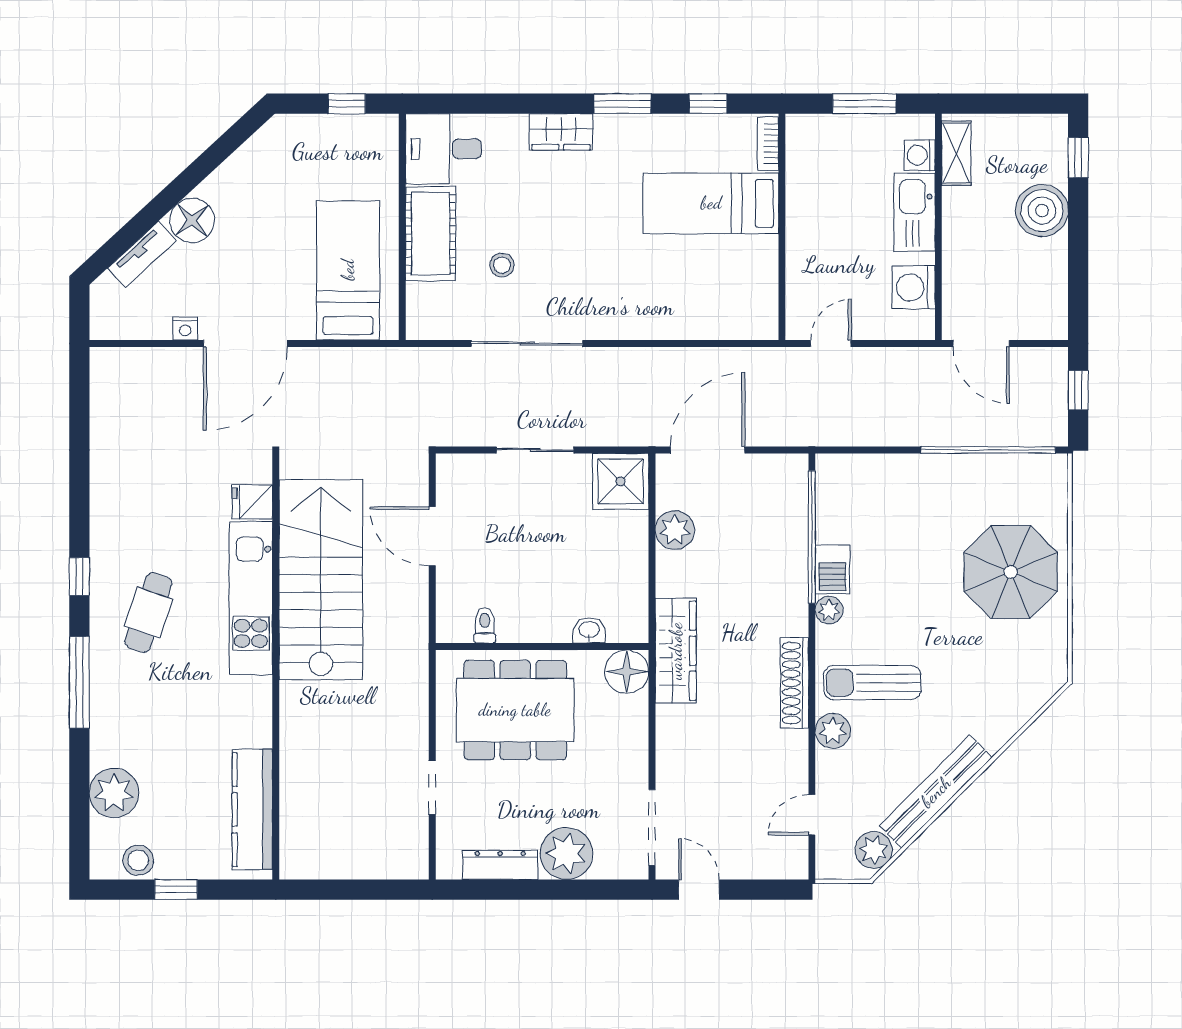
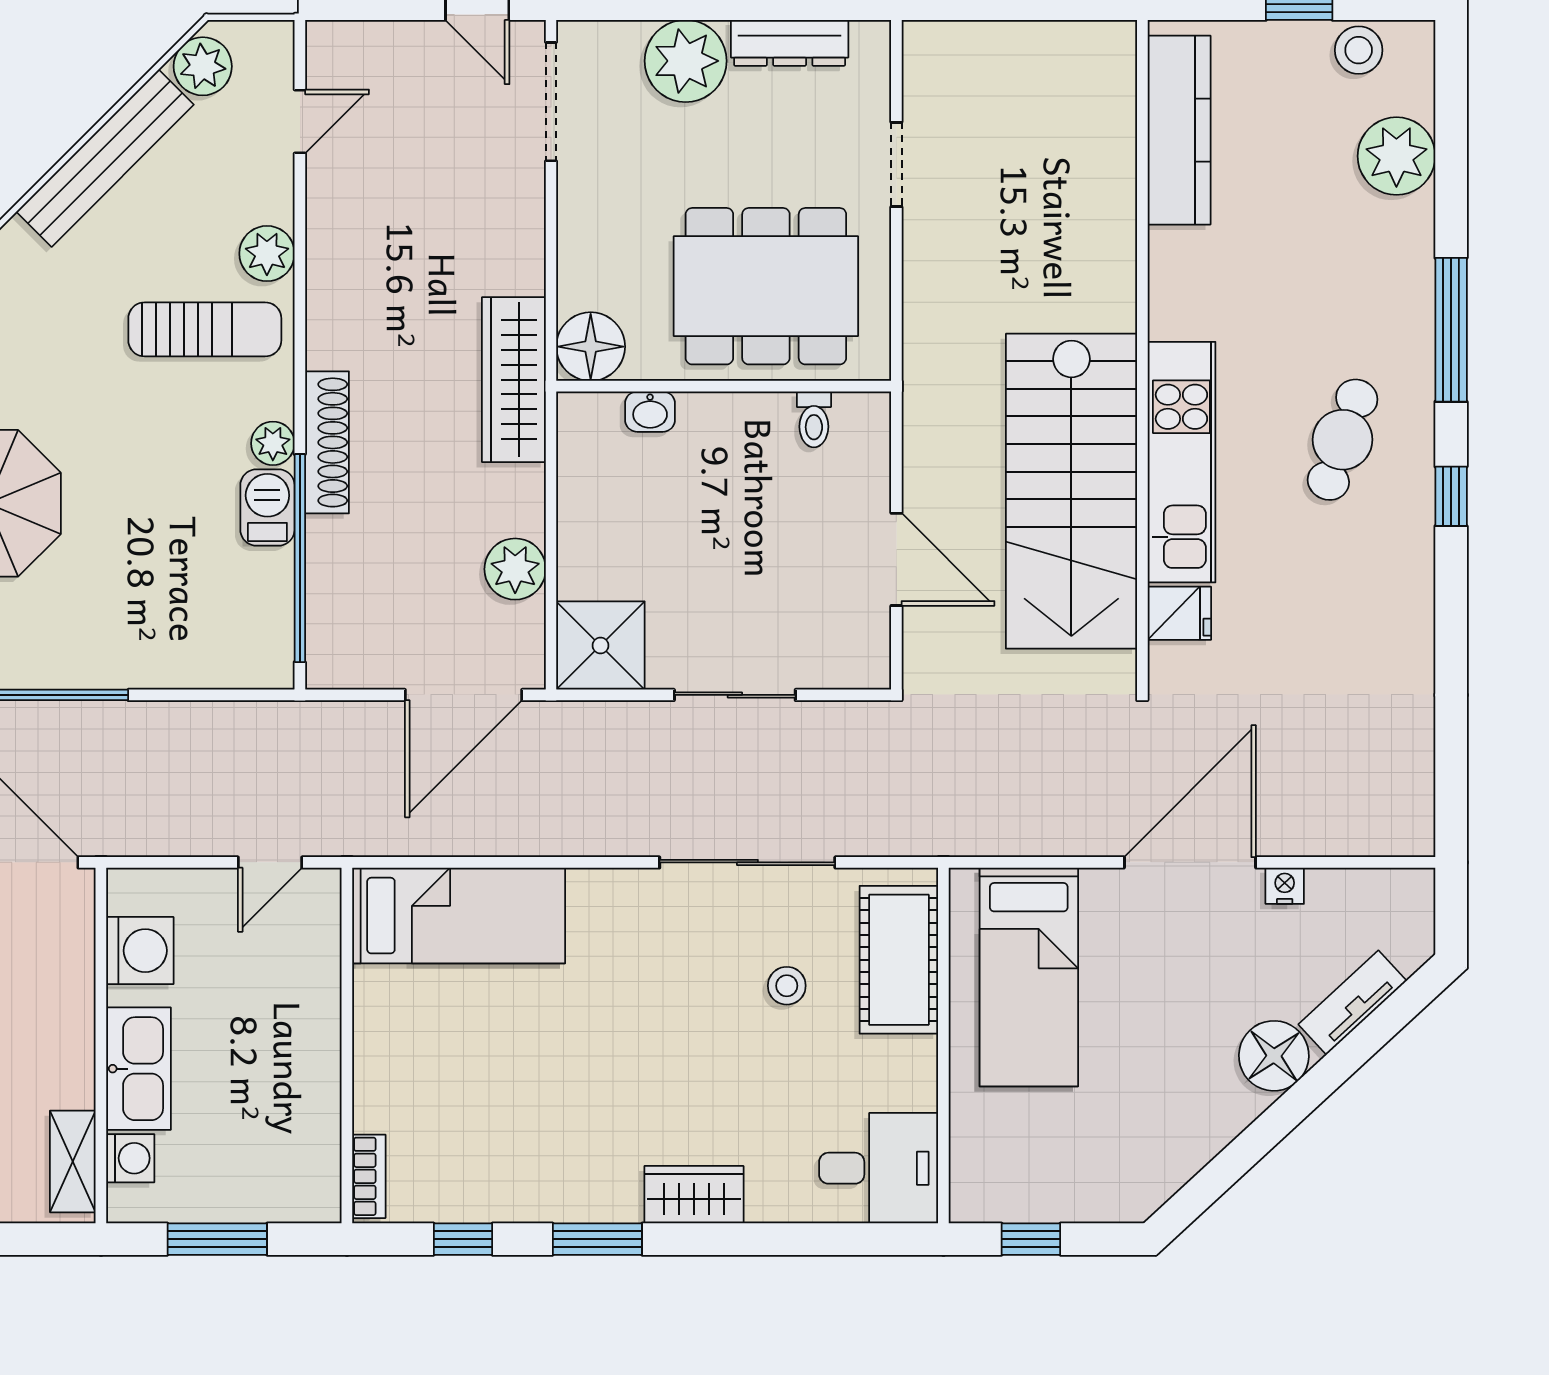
bed: (711, 203) -> (459, 916), moved
cot: (431, 234) -> (899, 960), moved
shoe rack: (795, 683) -> (327, 442), moved

